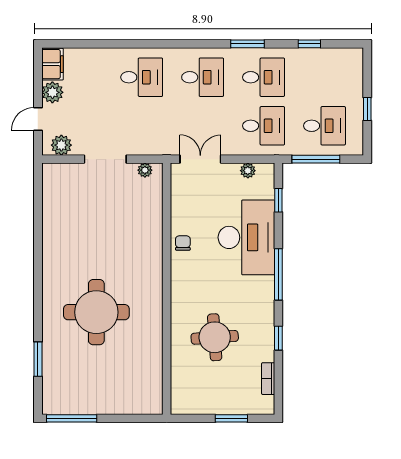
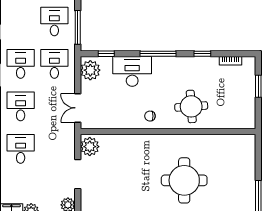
plant: (145, 170) -> (90, 147), width x1.87, depth x1.87
plant: (248, 171) -> (90, 70), width x1.87, depth x1.87
desk: (246, 237) -> (132, 71), width x0.73, depth x0.77
chair: (183, 243) -> (150, 116), moved
round table: (215, 337) -> (191, 106), moved

